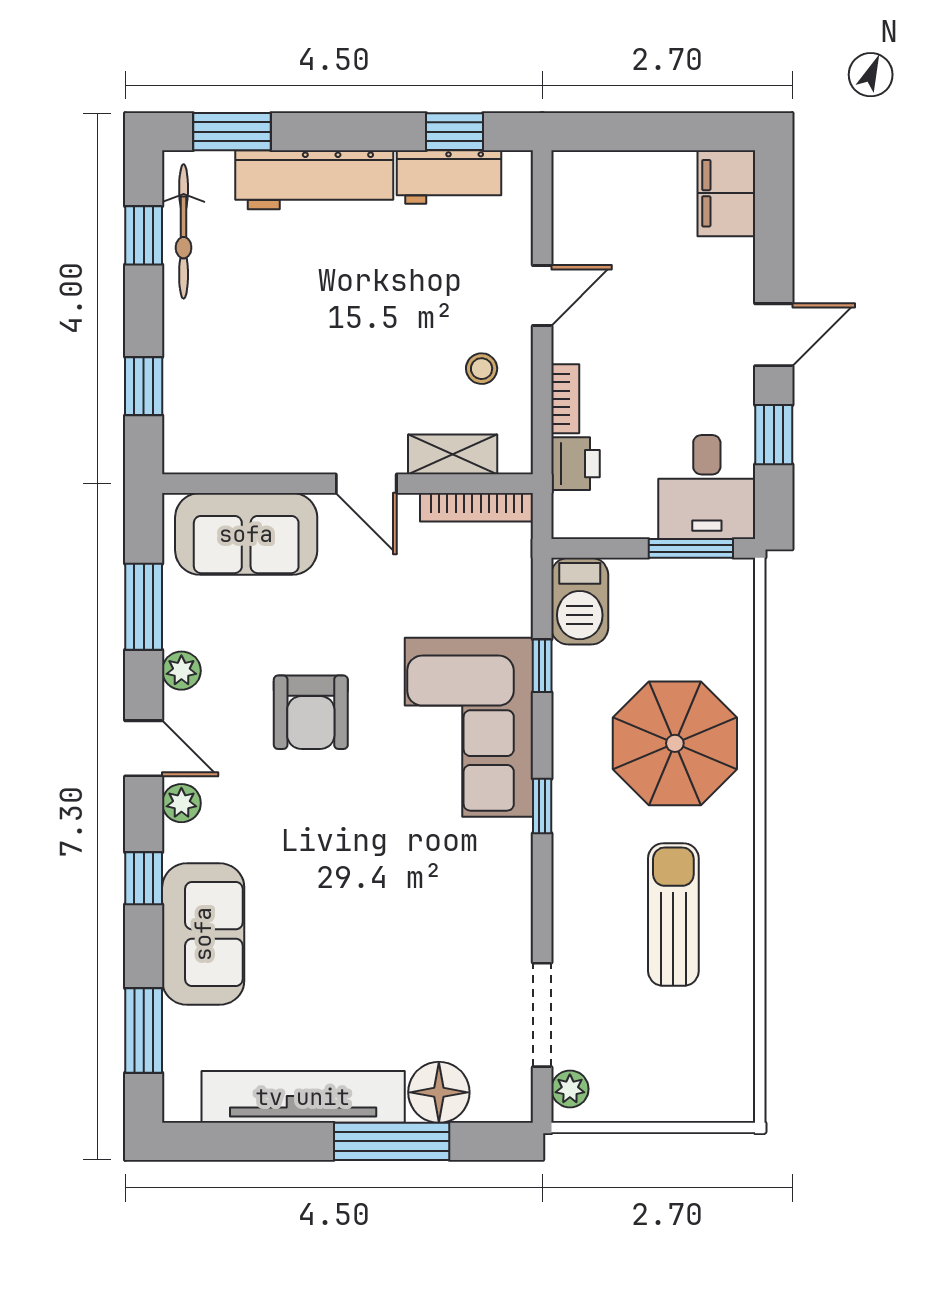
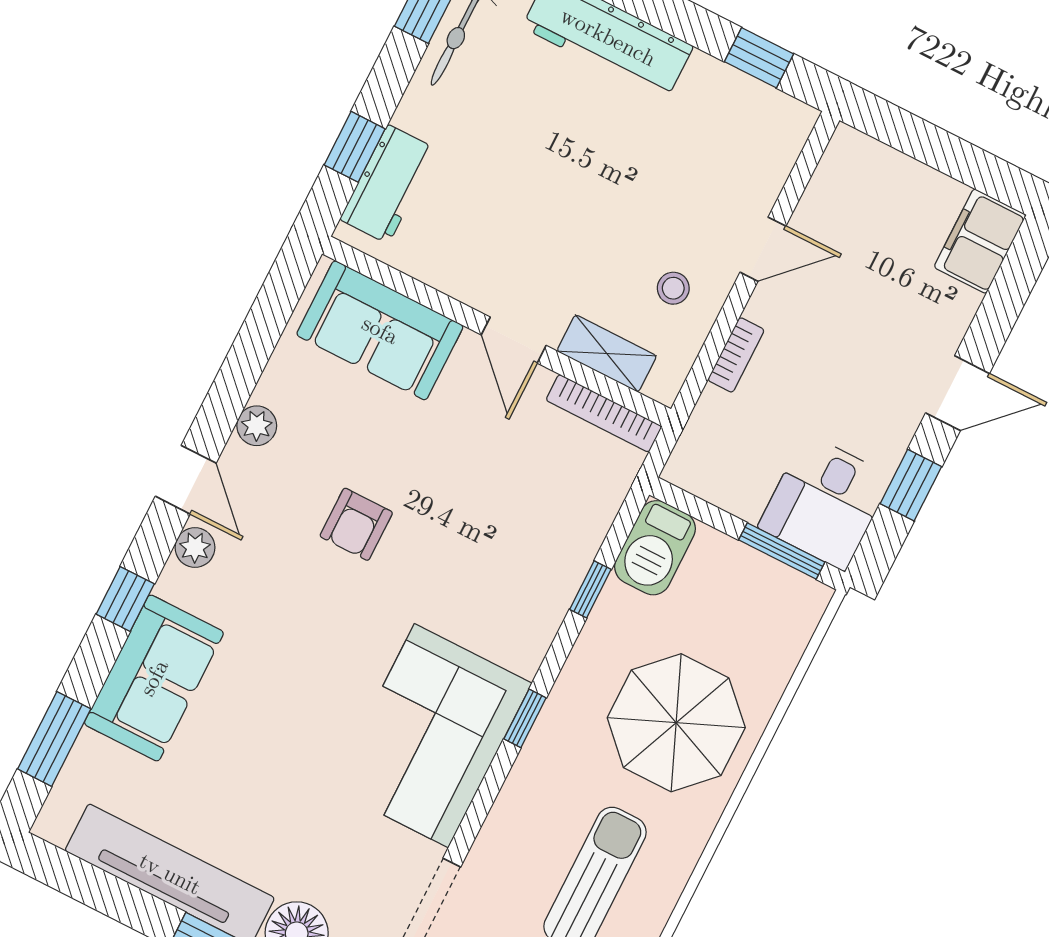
workbench: (449, 177) -> (388, 184), moved, turned -90
printer: (575, 464) -> (715, 419), removed
window: (144, 607) -> (252, 350), removed
armchair: (311, 712) -> (356, 524), width x0.72, depth x0.72
corner sofa: (469, 727) -> (431, 736), moved

